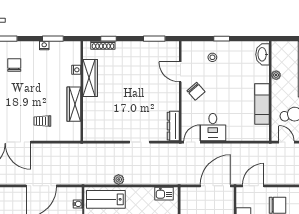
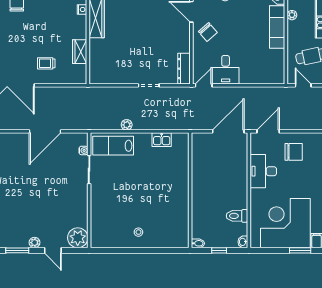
wardrobe: (74, 104) -> (80, 52), width x0.67
exam couch: (262, 104) -> (277, 27), moved
kitchen sink: (164, 194) -> (162, 140), moved

